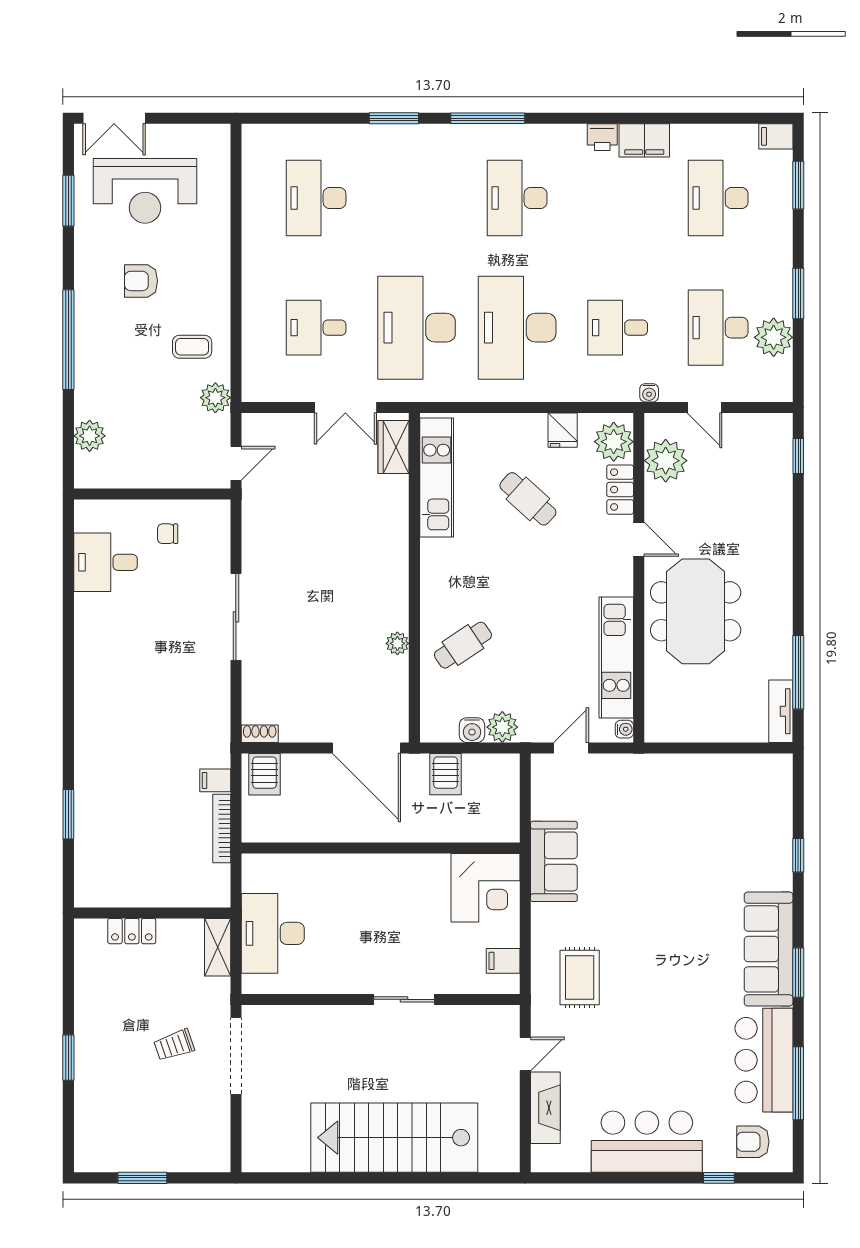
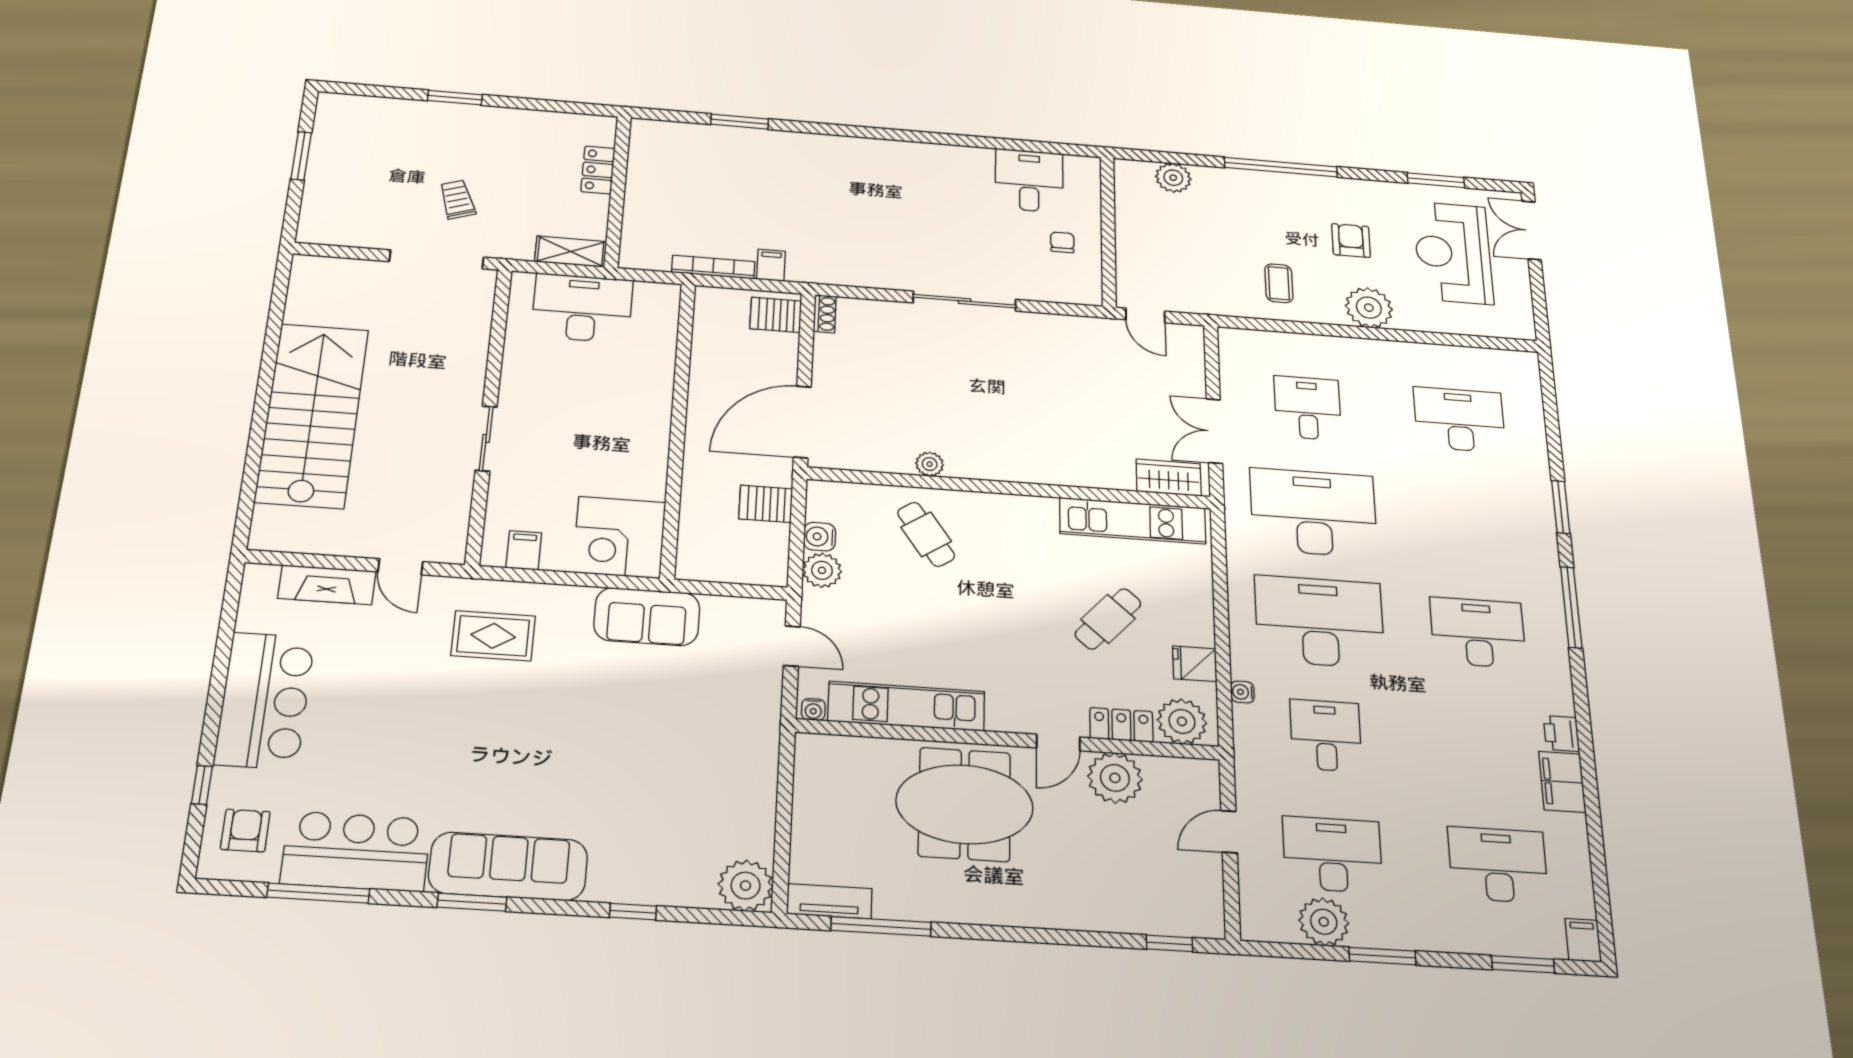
water cooler: (649, 393) -> (1242, 692), moved
plant: (215, 398) -> (1369, 308), moved, width x1.36, depth x1.36
plant: (666, 461) -> (1115, 778), moved
plant: (772, 774) -> (746, 886), added

